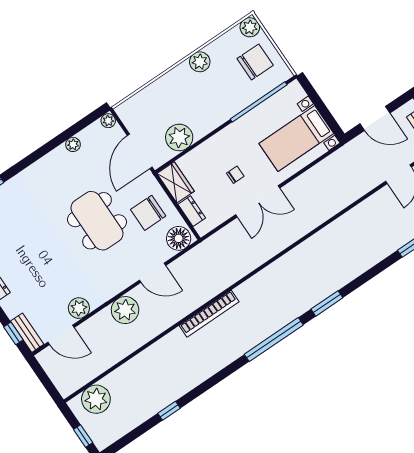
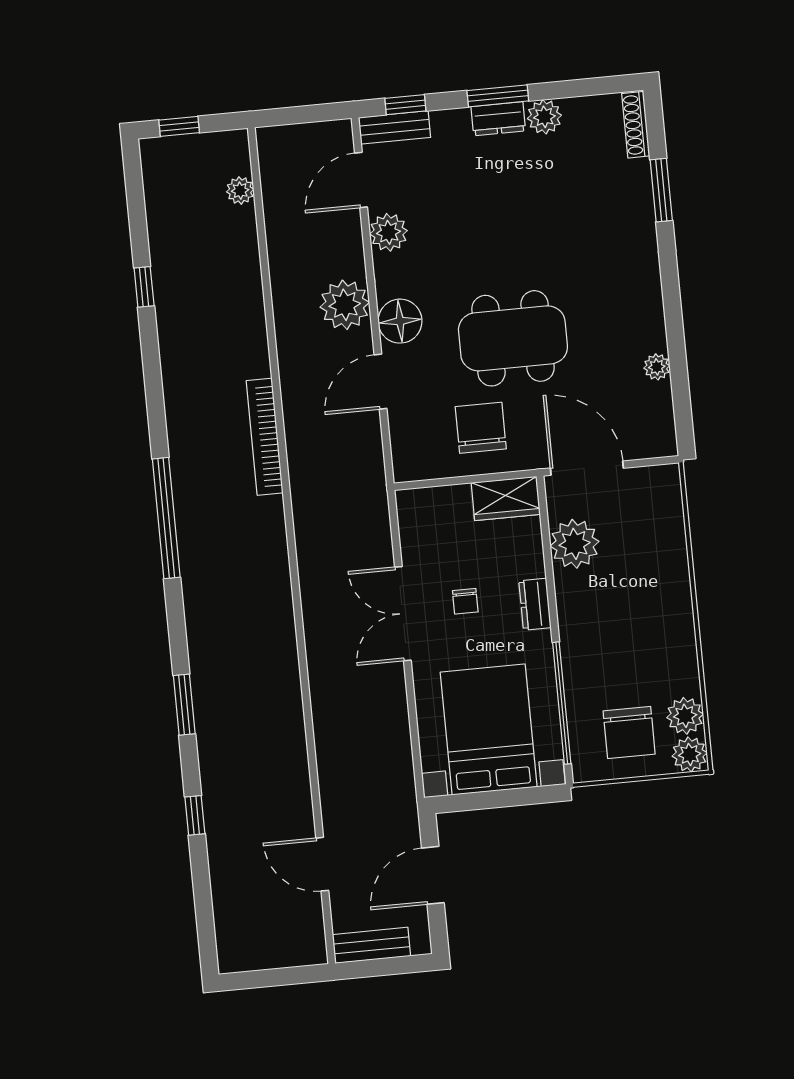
plant: (200, 62) -> (685, 716), moved
plant: (108, 121) -> (664, 444), removed
bed with nightstands: (296, 138) -> (489, 730), width x1.36
dresser: (192, 211) -> (535, 604), moved, turned 90
floor lamp: (179, 238) -> (400, 321), moved
window: (327, 303) -> (184, 705), moved
plant: (96, 399) -> (240, 191), width x0.53, depth x0.53

